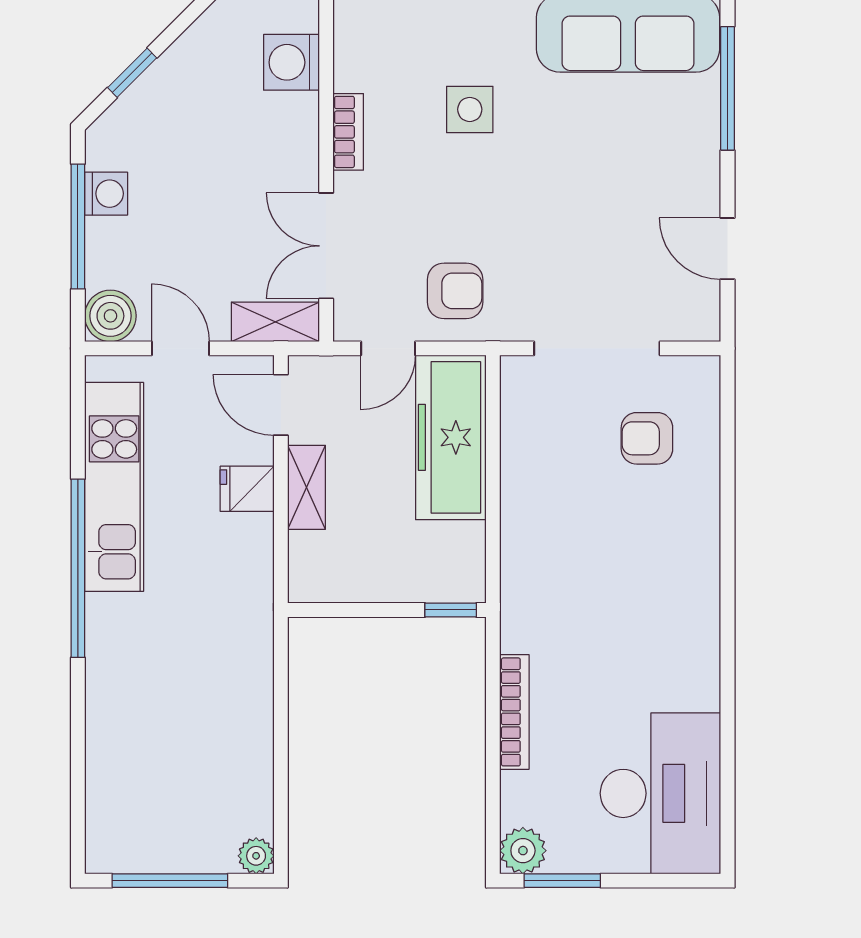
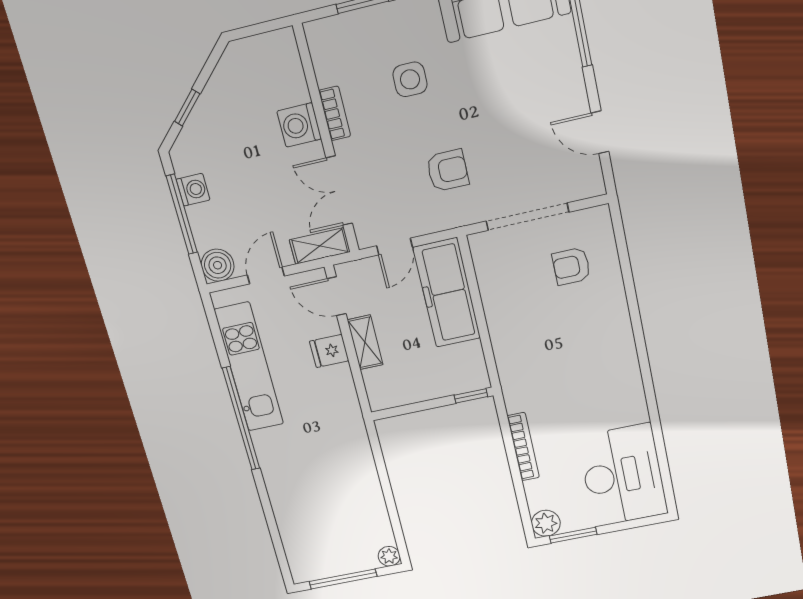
washing machine: (291, 62) -> (299, 125), moved
armchair: (455, 291) -> (448, 170), moved
door: (181, 348) -> (266, 275), hinge flipped

